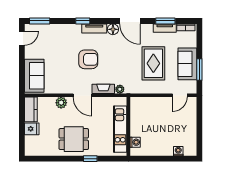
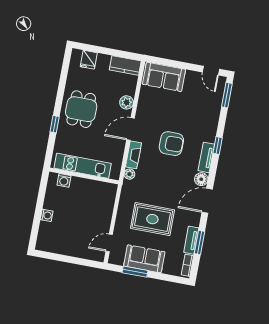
armchair: (88, 59) -> (171, 144), turned -90
door: (180, 95) -> (109, 243), hinge flipped
fridge: (32, 129) -> (89, 60), moved
washing machine: (178, 151) -> (47, 215), moved

